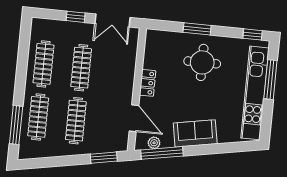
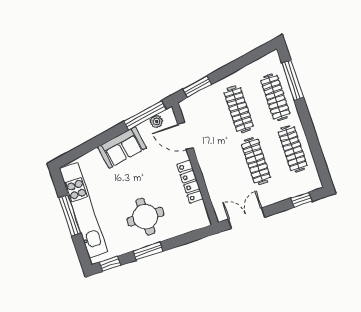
window: (76, 17) -> (302, 200), moved
window: (197, 29) -> (148, 251), moved
window: (270, 80) -> (70, 215), moved
locker: (148, 83) -> (190, 182), width x1.53

